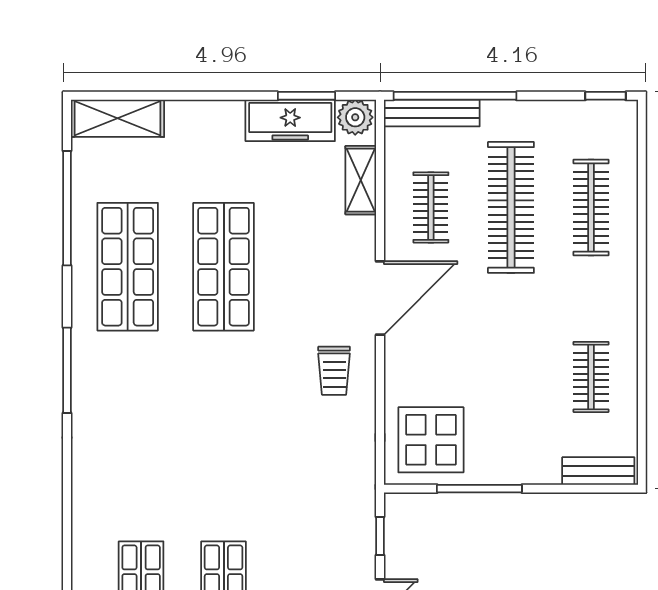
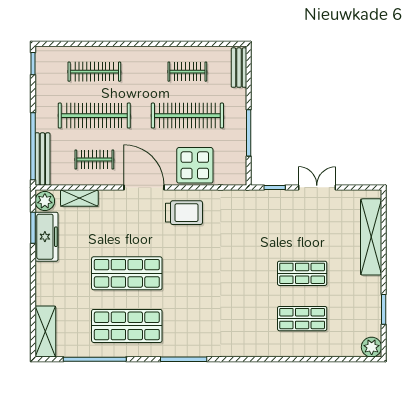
trolley: (334, 371) -> (184, 213), width x1.36, depth x1.39
clothes rail: (511, 377) -> (187, 116), added
display table: (431, 440) -> (195, 165), moved

